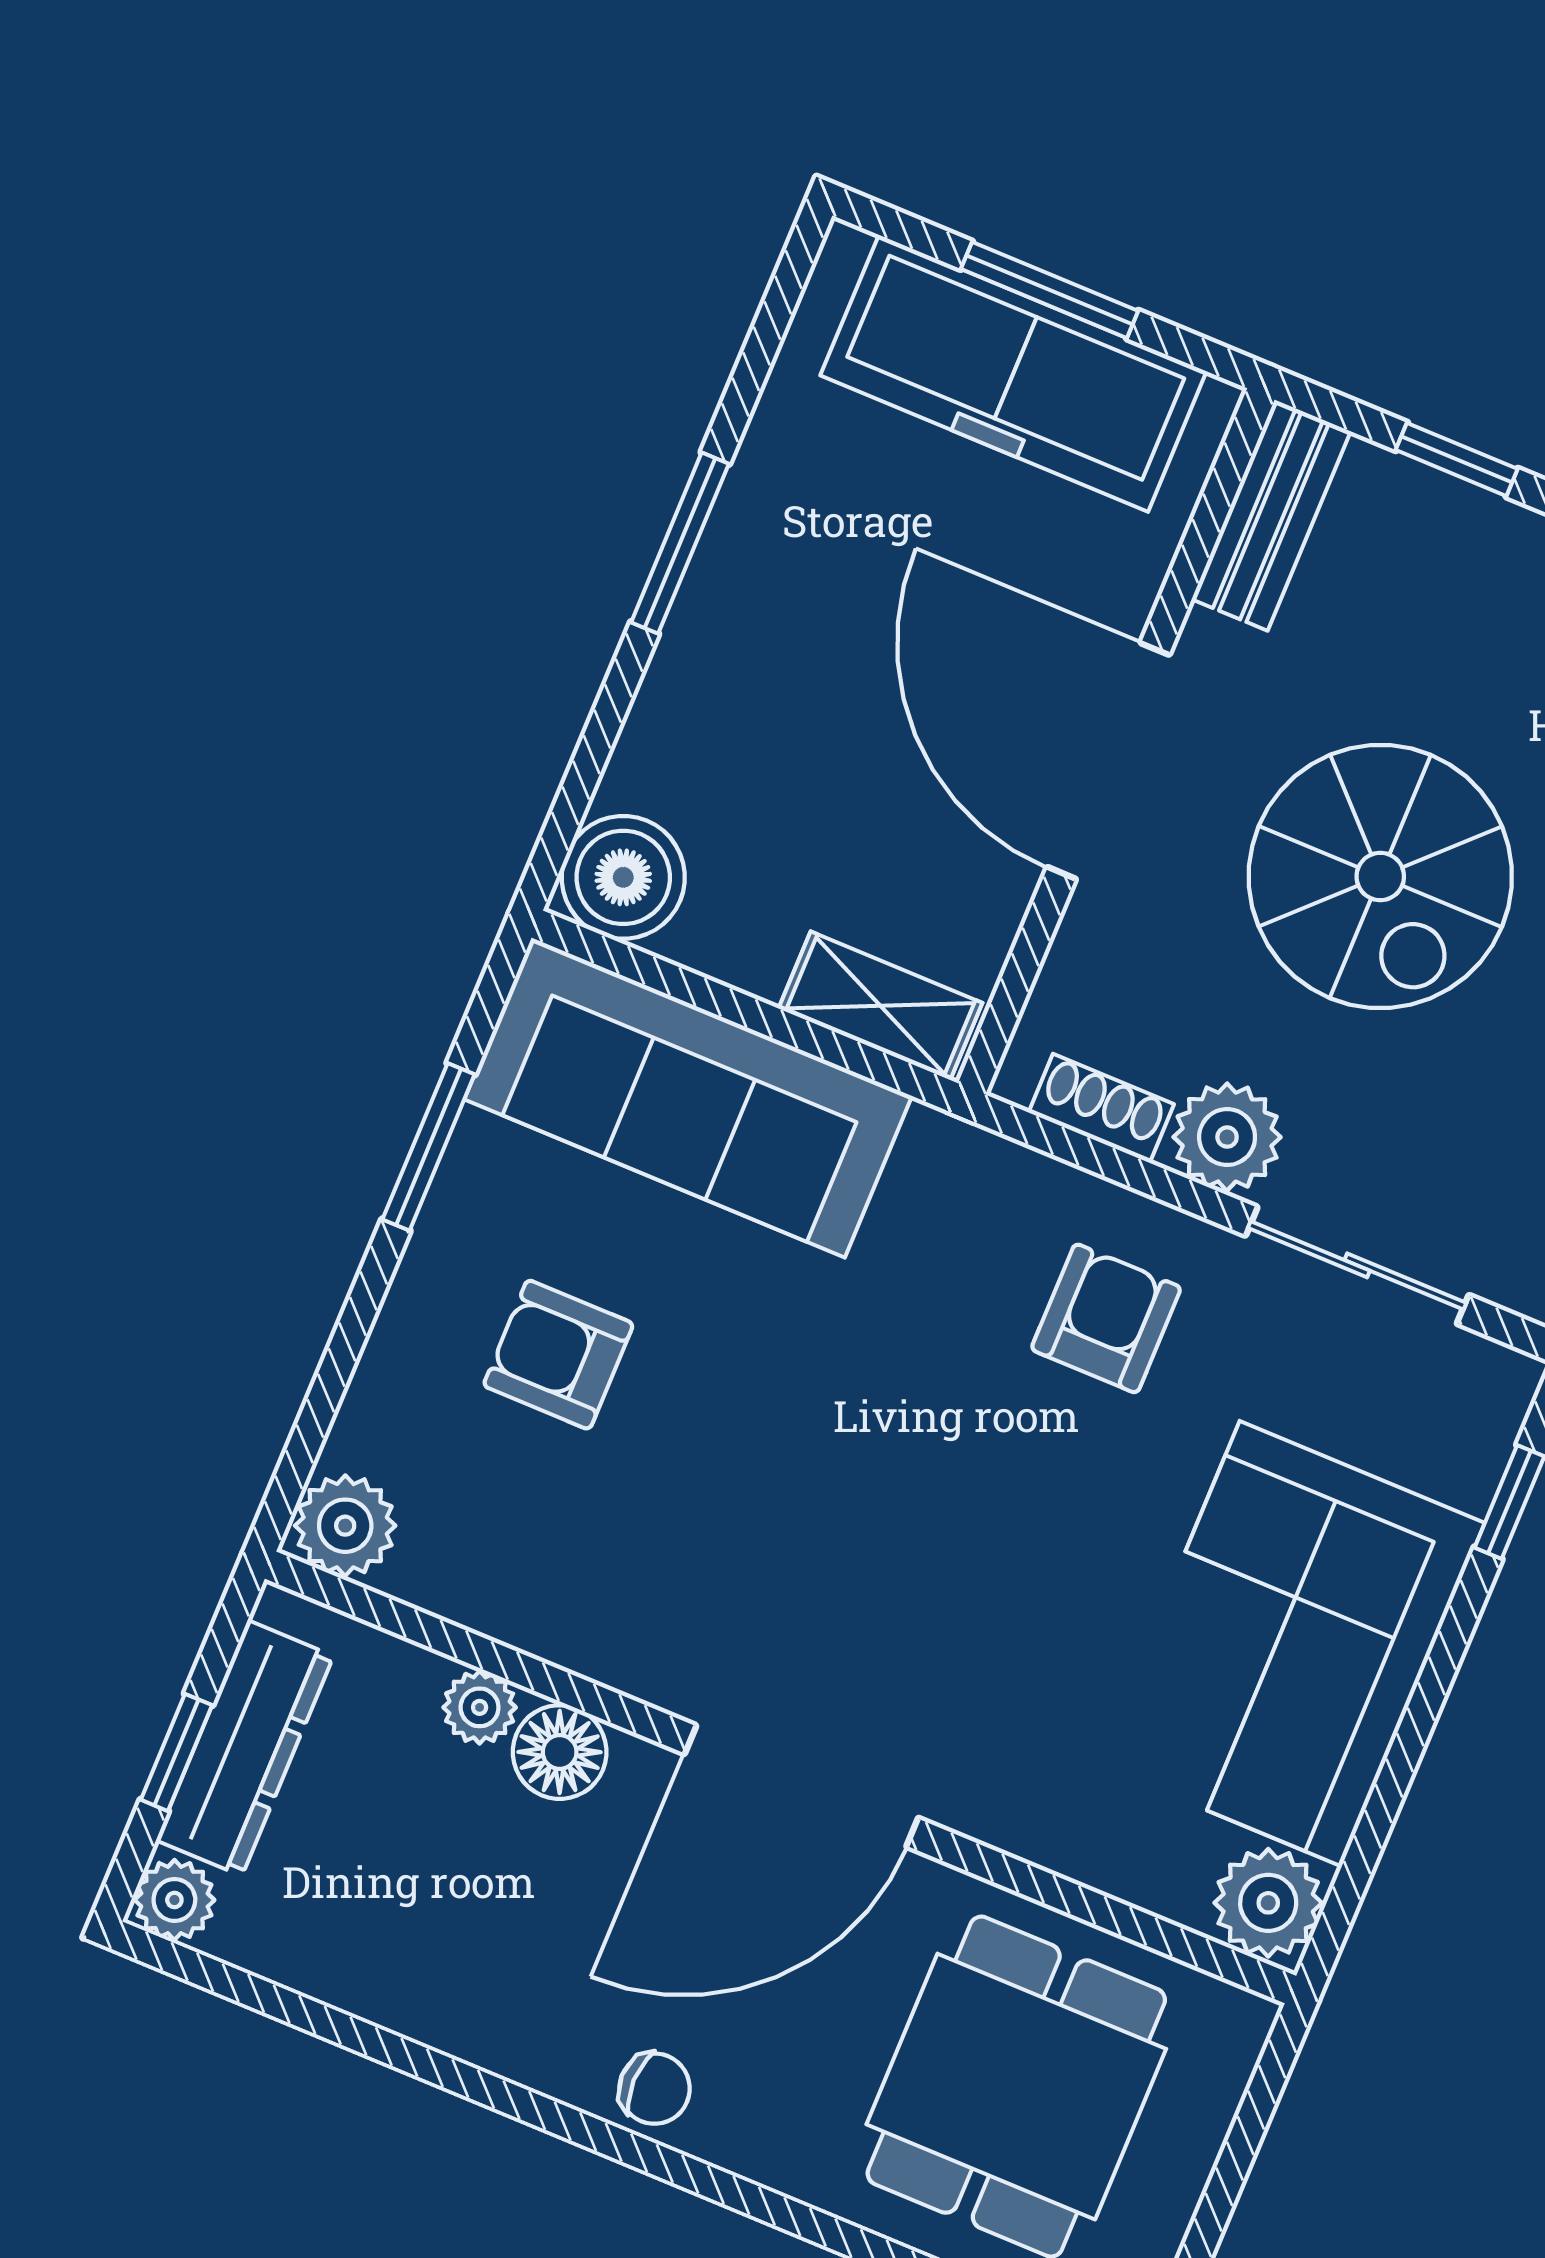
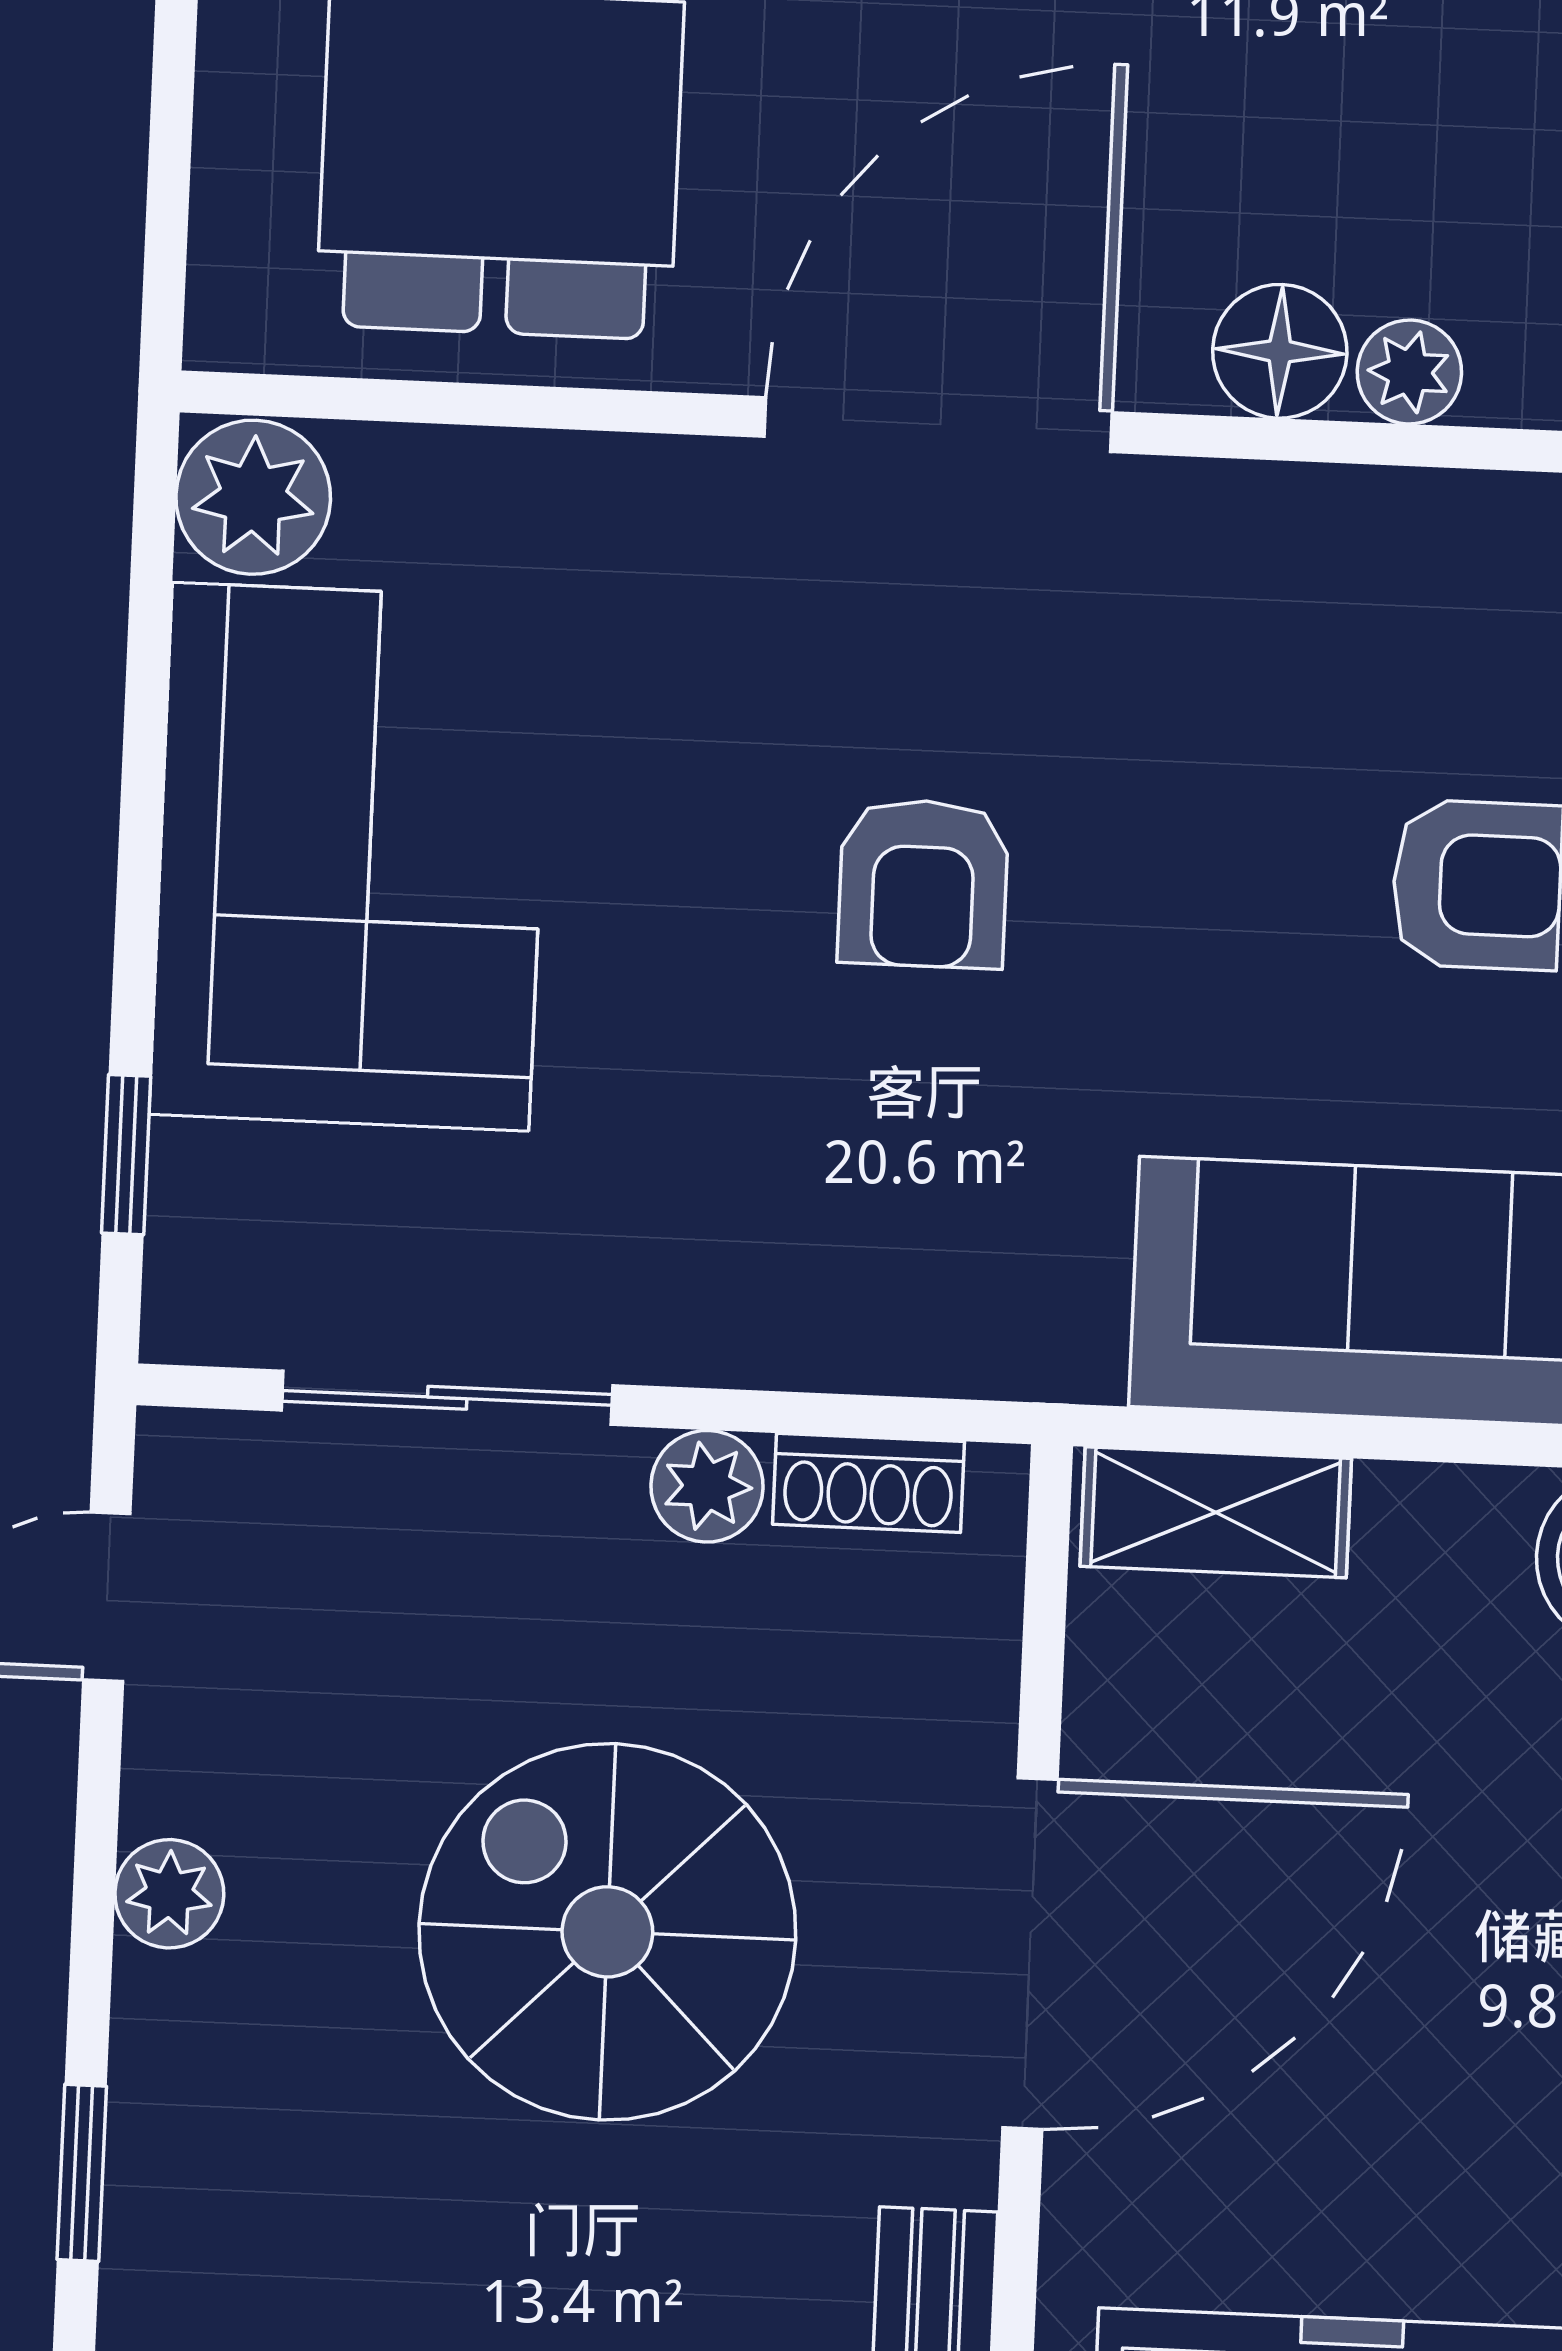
door: (1108, 761) -> (1030, 1953), hinge flipped
plant: (1227, 1137) -> (707, 1486), width x0.73, depth x0.73
armchair: (1106, 1318) -> (923, 883), moved

